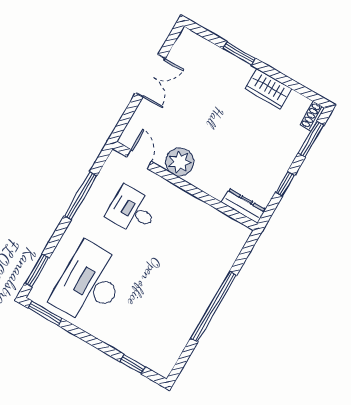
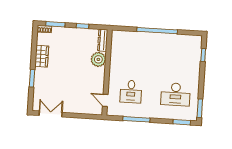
double door: (150, 76) -> (51, 114), moved
door: (139, 159) -> (105, 100), hinge flipped
plant: (180, 162) -> (98, 59), moved
desk: (90, 284) -> (176, 94), width x0.73, depth x0.77

